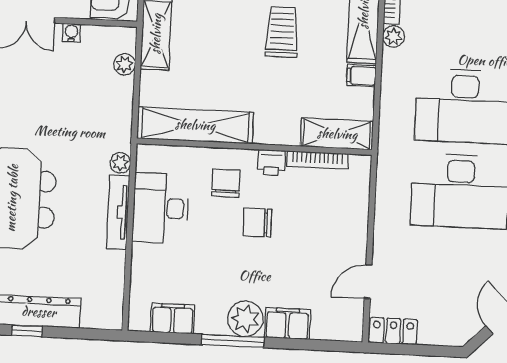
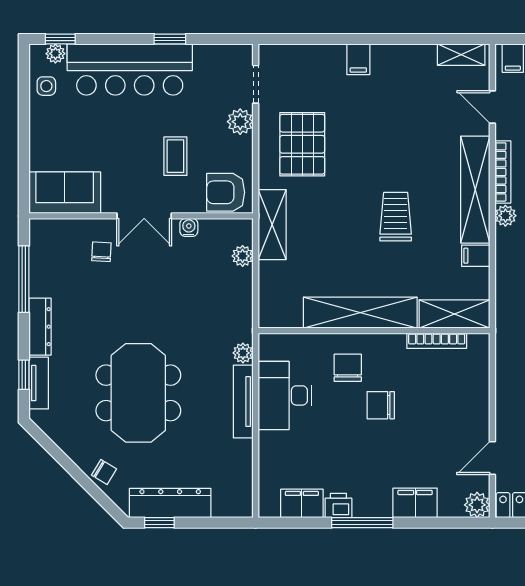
shelving: (195, 125) -> (360, 313), moved
printer: (271, 162) -> (338, 505), moved, turned 180
plant: (245, 319) -> (477, 505), moved, width x0.73, depth x0.73

